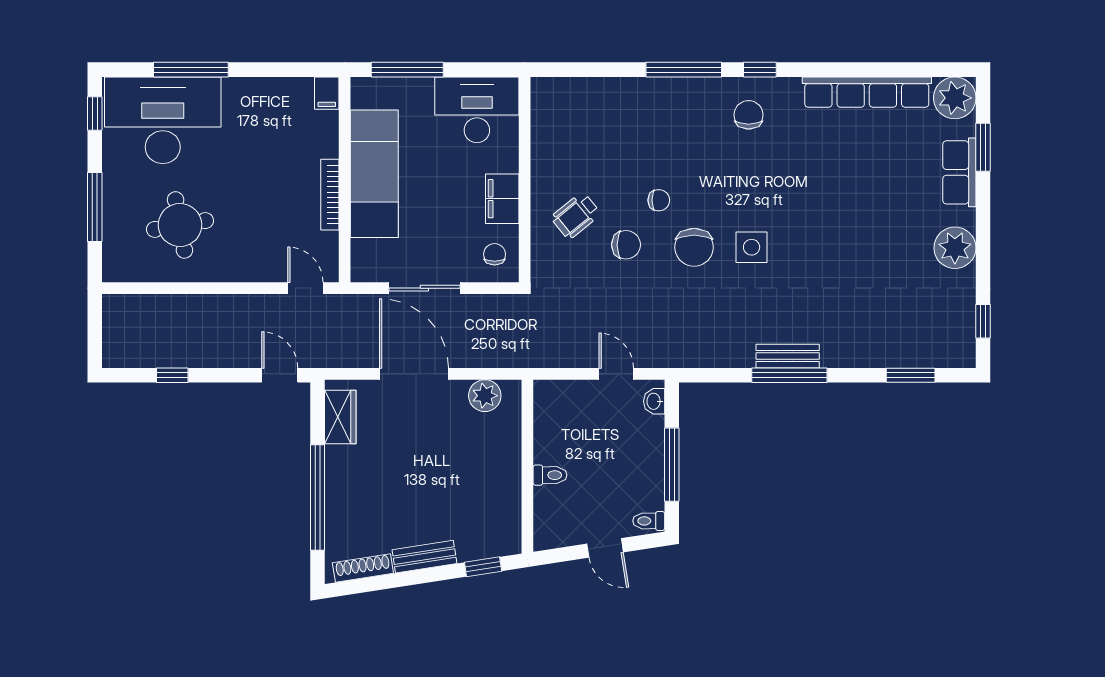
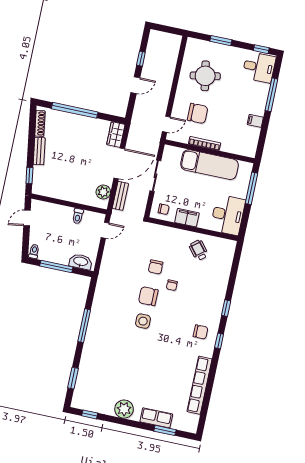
window: (684, 70) -> (226, 308), width x0.46
filing cabinet: (327, 93) -> (255, 121), moved
plant: (955, 98) -> (189, 423), removed
desk: (163, 120) -> (259, 67), width x0.53, depth x0.77
window: (95, 207) -> (221, 41), width x0.69
wheelchair: (576, 216) -> (199, 250), moved
chair: (267, 224) -> (198, 113), added
bench: (788, 356) -> (120, 196), moved
door: (616, 374) -> (105, 230), moved
door: (280, 375) -> (135, 85), moved
washbasin: (654, 401) -> (81, 262), width x1.91, depth x1.45
wardrobe: (340, 417) -> (116, 134), moved, turned 90
toilet: (550, 475) -> (78, 216), moved
door: (605, 548) -> (27, 218), moved

